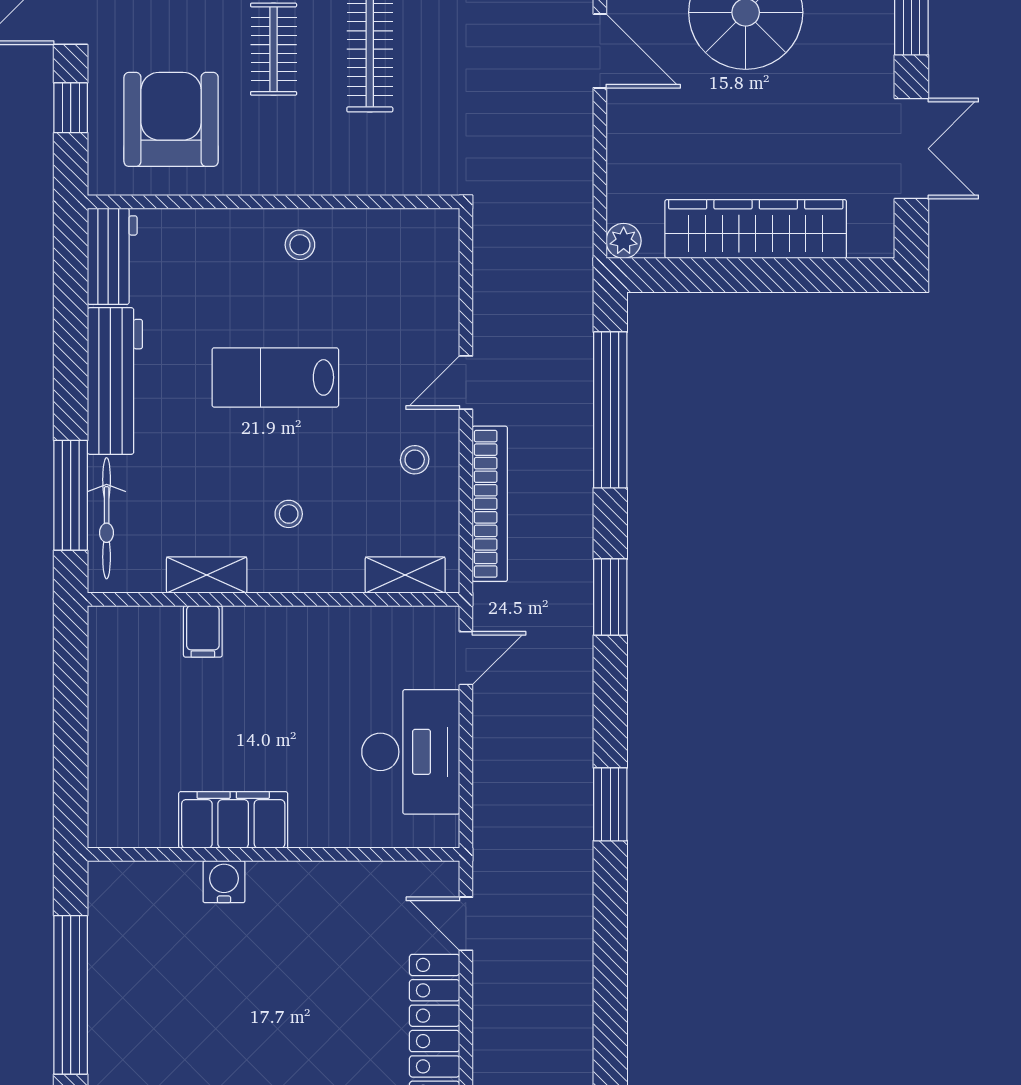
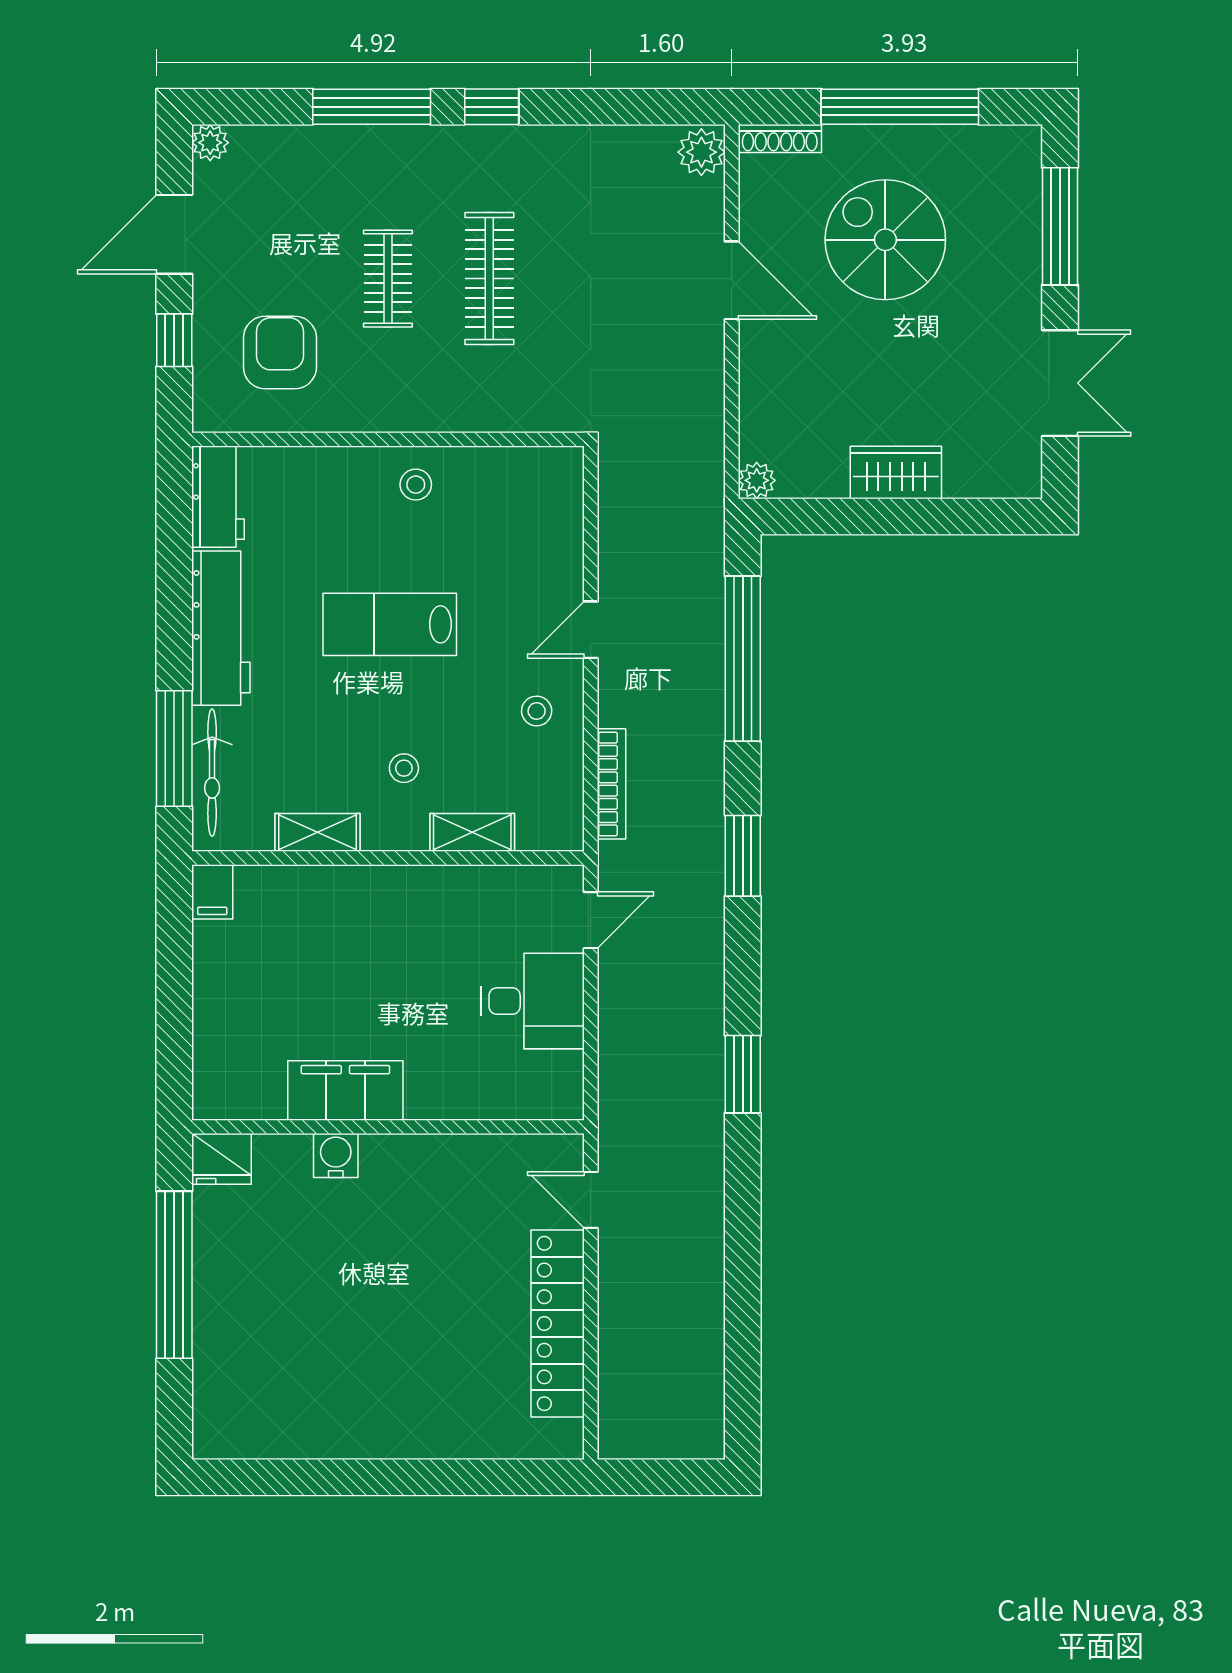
armchair: (171, 119) -> (280, 353), width x0.73, depth x0.73
wardrobe: (756, 229) -> (896, 472), width x0.48, depth x0.85
bookcase: (490, 504) -> (611, 784), width x0.68, depth x0.76
shelving: (405, 575) -> (472, 832), moved
filing cabinet: (203, 631) -> (212, 892), moved
desk: (411, 752) -> (532, 1001), width x0.73
fridge: (115, 885) -> (221, 1159), added

